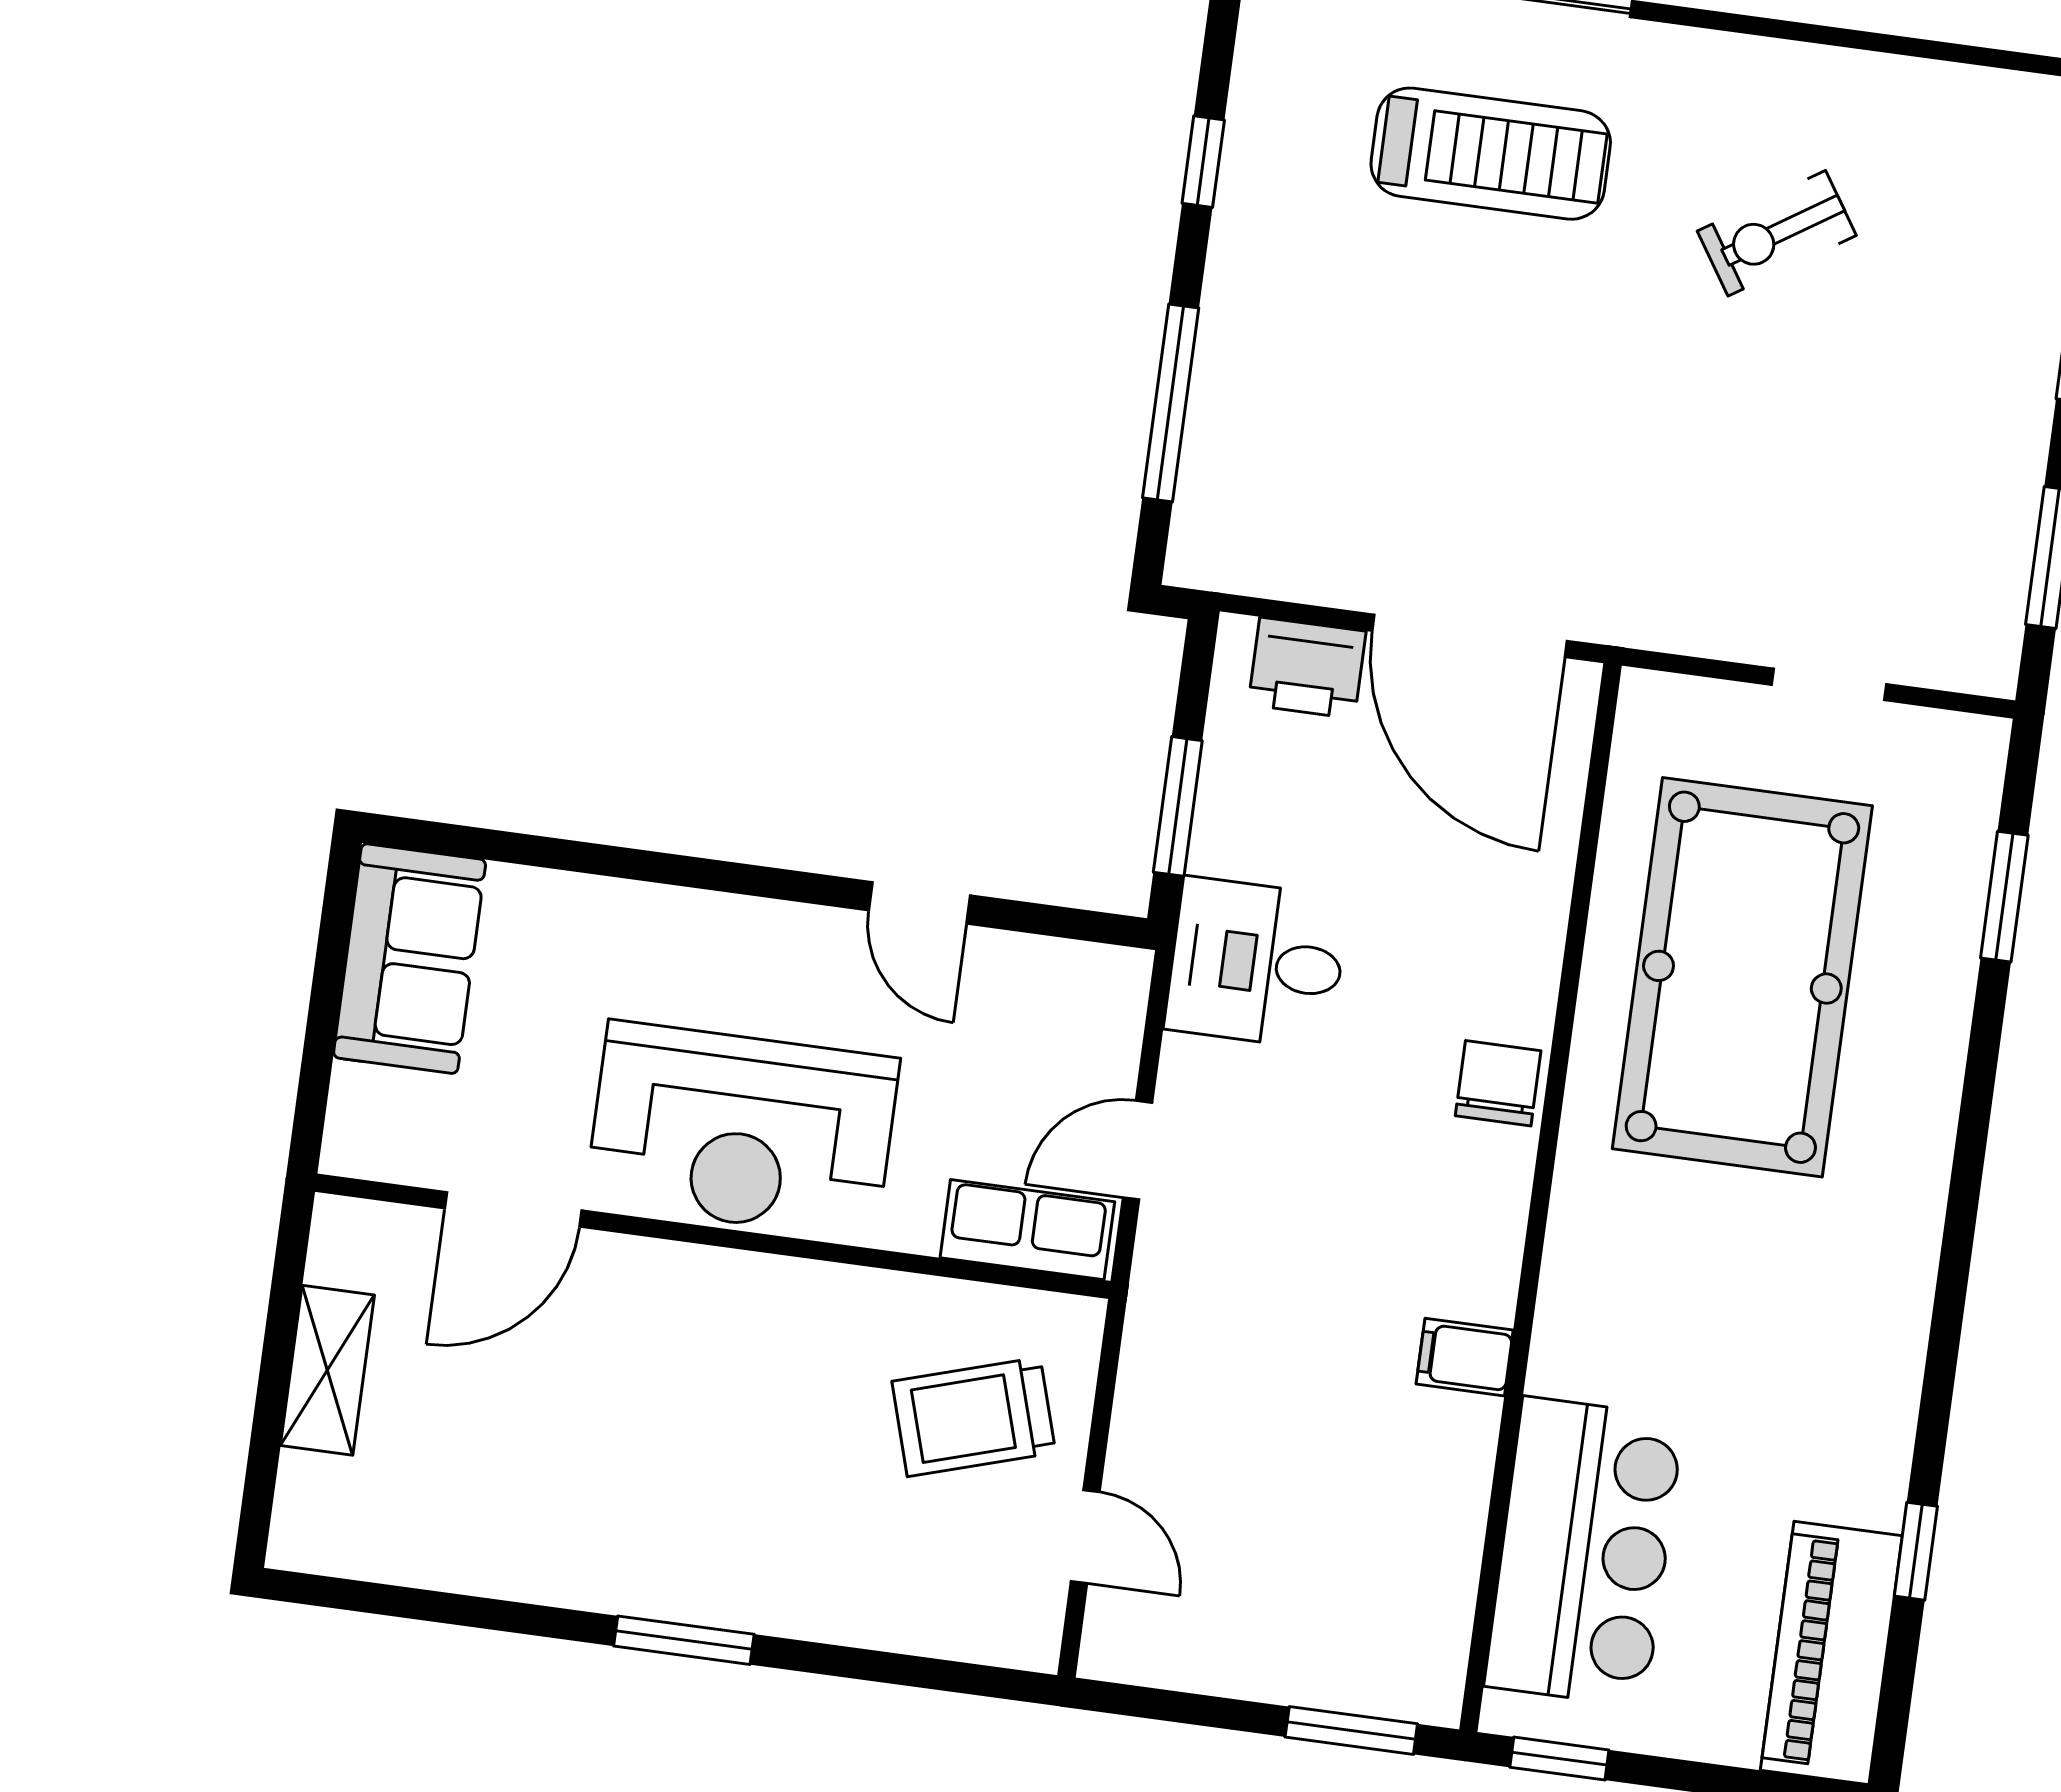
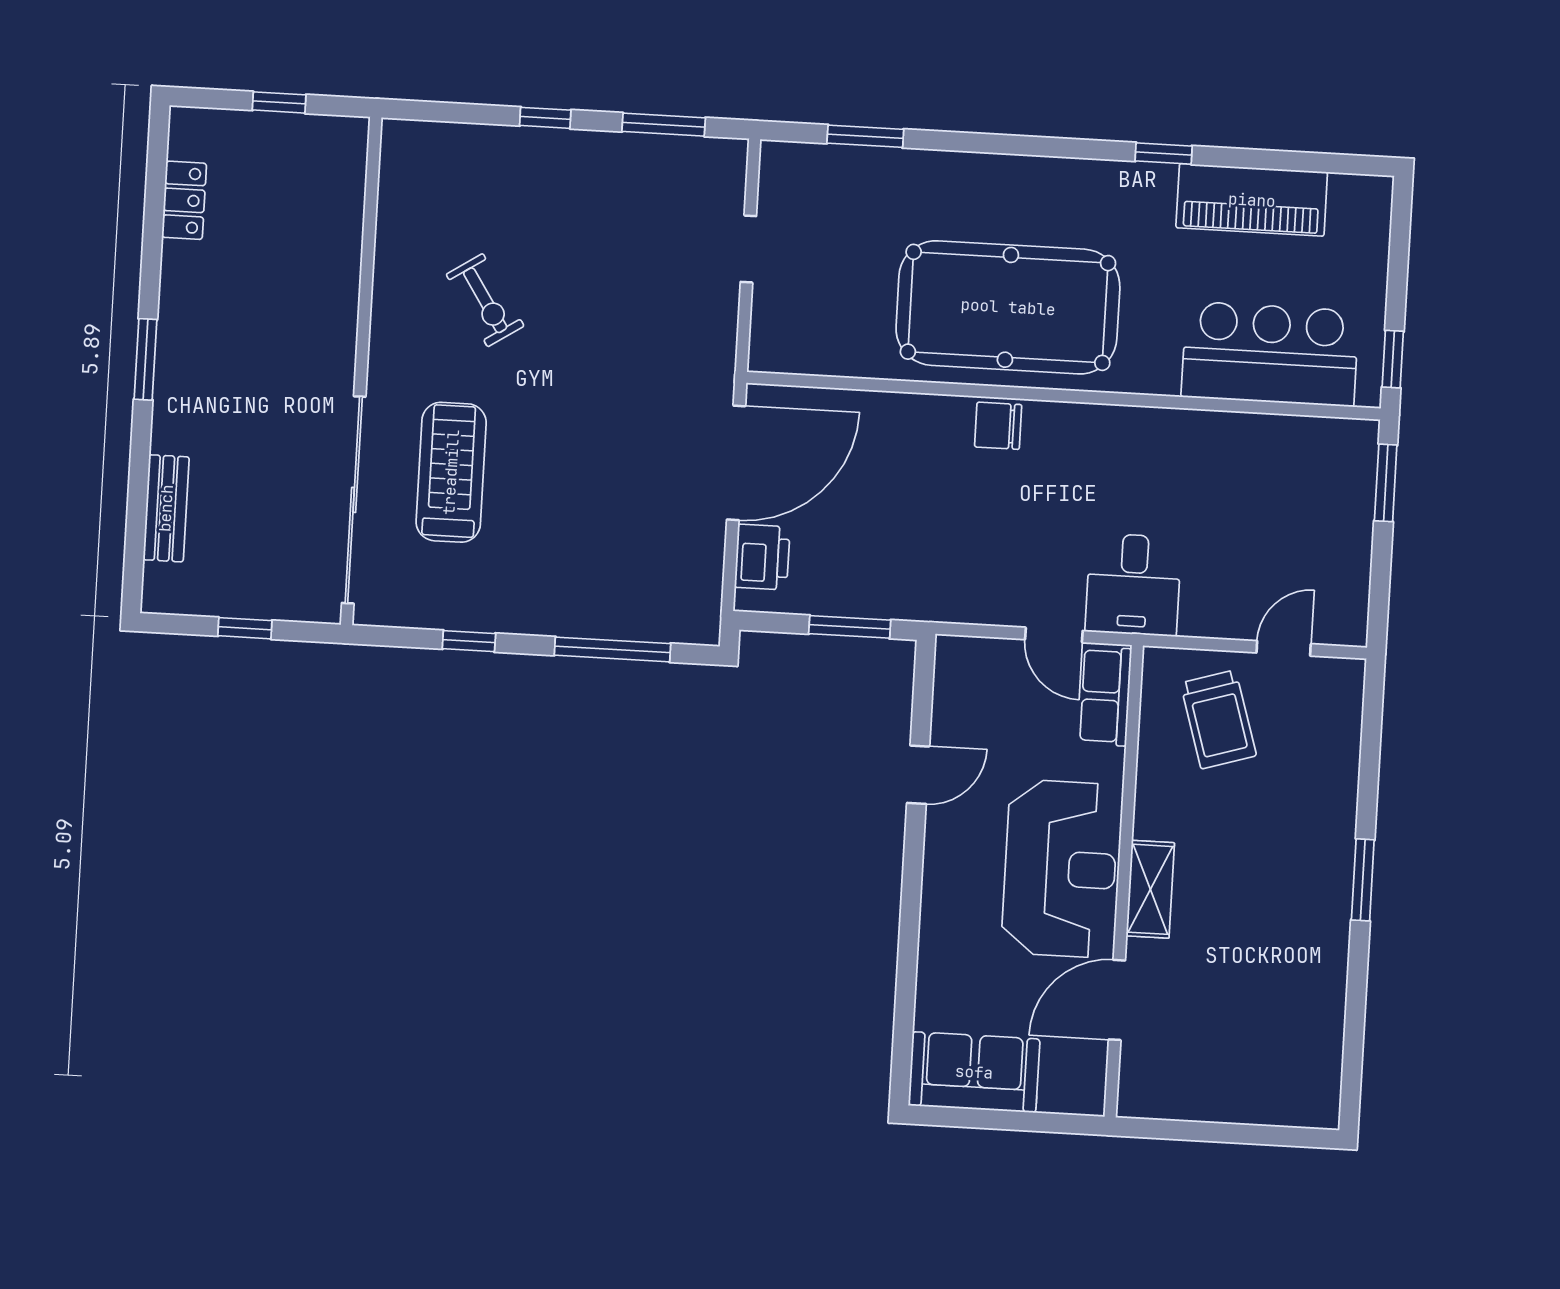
desk: (1257, 963) -> (1133, 585), moved
pool table: (1742, 977) -> (1008, 307), moved
door: (513, 1209) -> (1117, 1000), swing flipped
filing cabinet: (1465, 1357) -> (1161, 433), removed
shelving: (327, 1370) -> (1150, 889), moved, turned 90
window: (1916, 1551) -> (1164, 153), moved
piano: (1831, 1653) -> (1252, 200), moved

